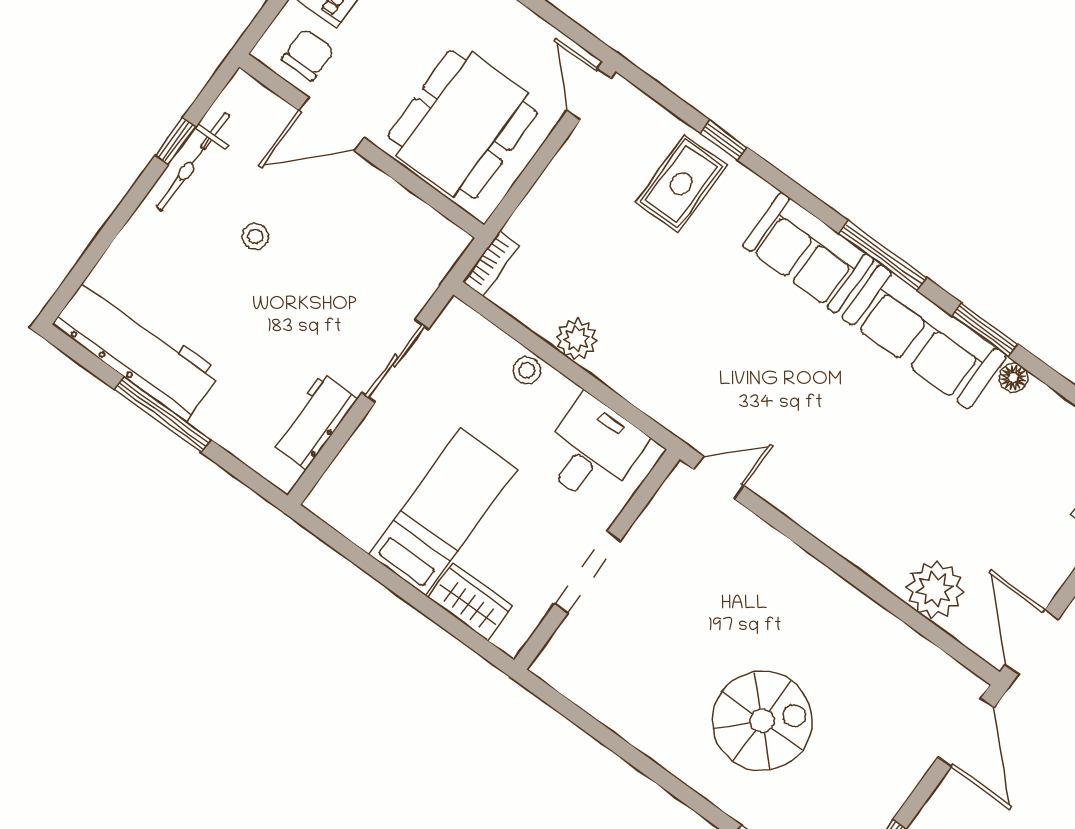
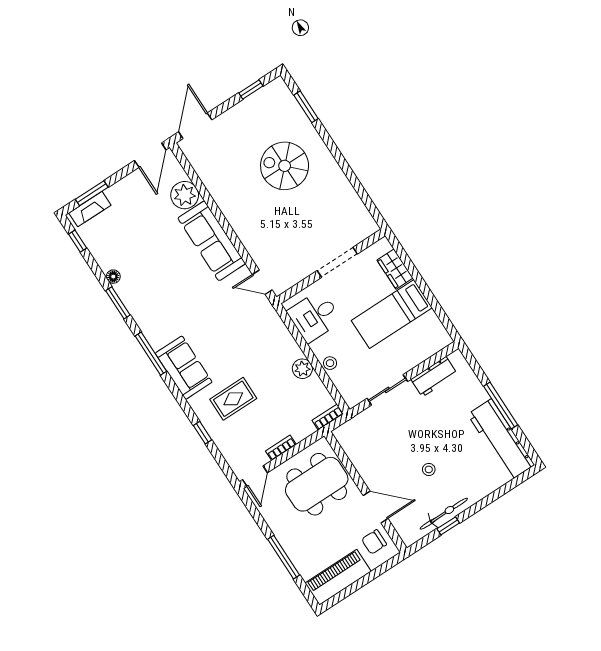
bookcase: (560, 169) -> (281, 448), added
rug: (681, 184) -> (233, 399), moved
sofa: (924, 337) -> (212, 241), moved, turned 180

